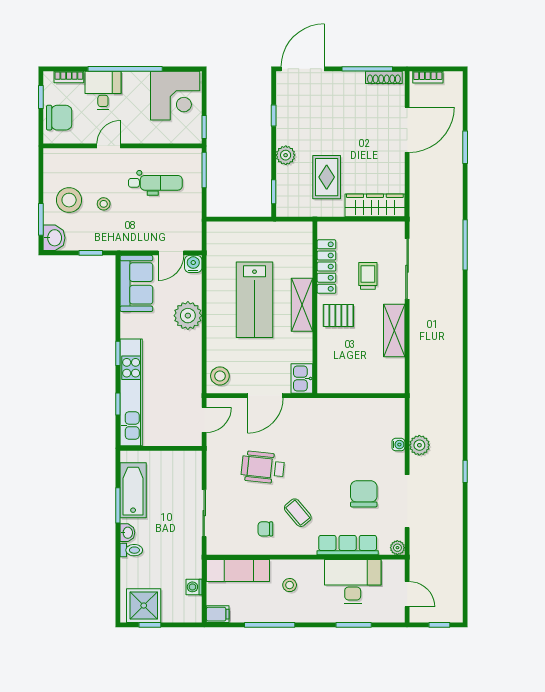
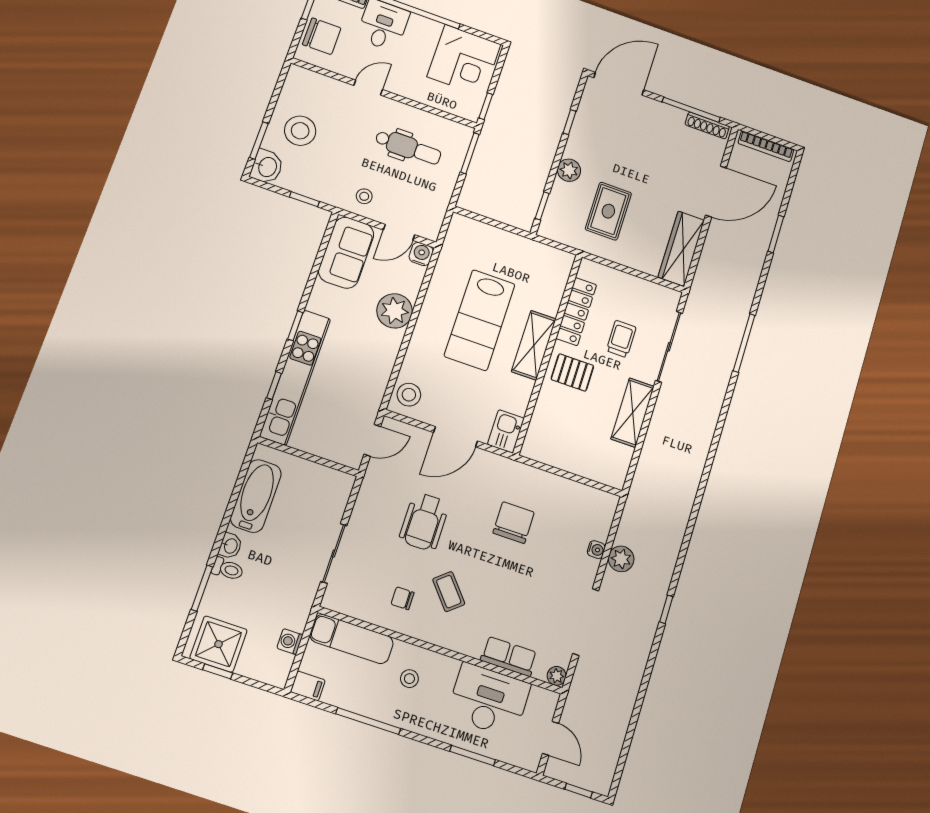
bookcase: (428, 77) -> (766, 146), width x1.56
stool: (104, 204) -> (364, 196), moved
wardrobe: (375, 205) -> (681, 249), moved, turned -90
wheelchair: (263, 467) -> (424, 522), turned -96
chair: (364, 494) -> (514, 523), moved
window: (118, 505) -> (202, 588), moved
row of seats: (348, 545) -> (509, 656), width x0.68

